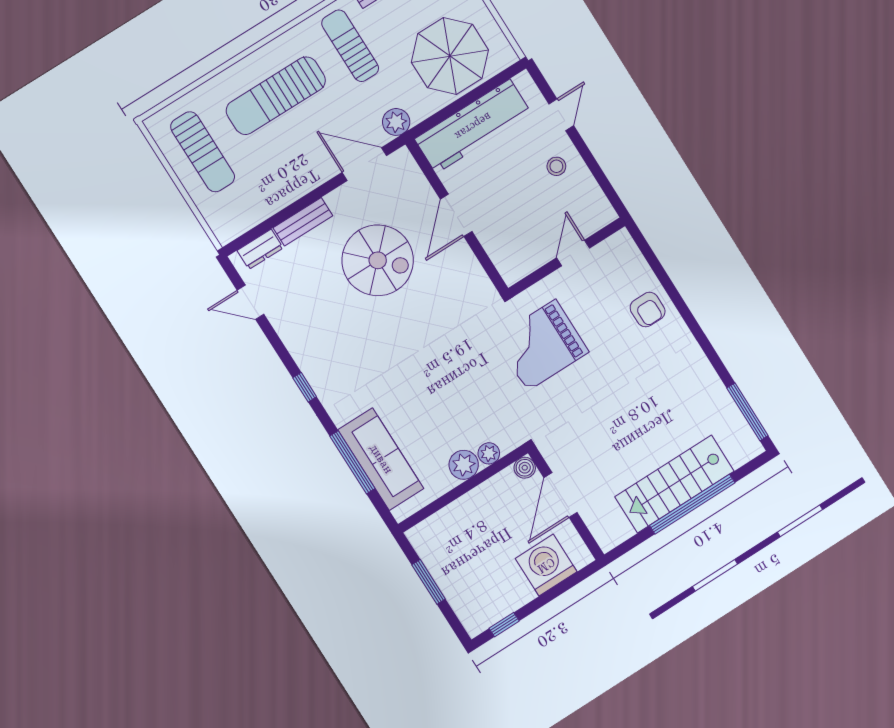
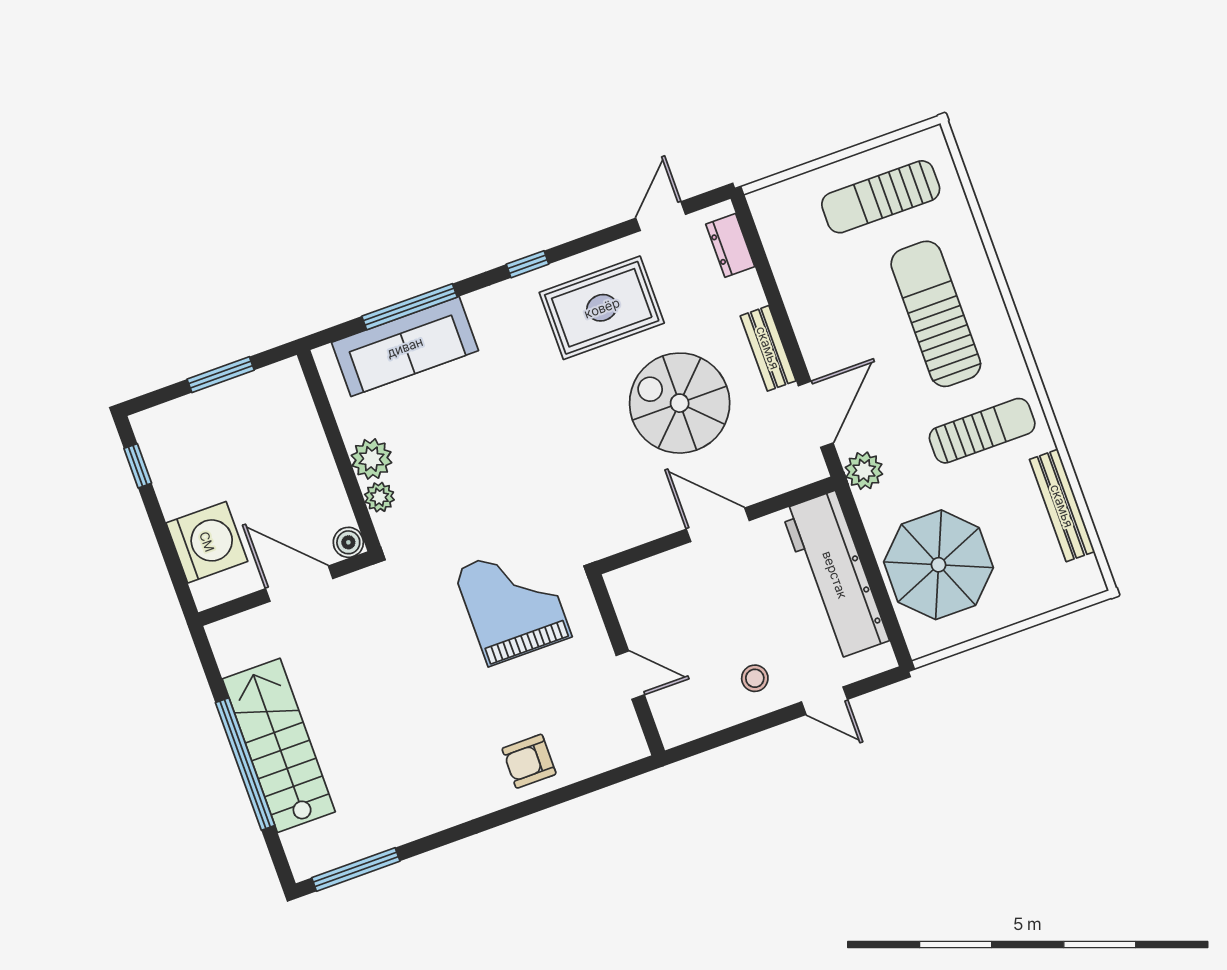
bench: (303, 222) -> (768, 348), moved
spiral stairs: (378, 260) -> (680, 403), turned 90
rug: (323, 329) -> (602, 308), added

